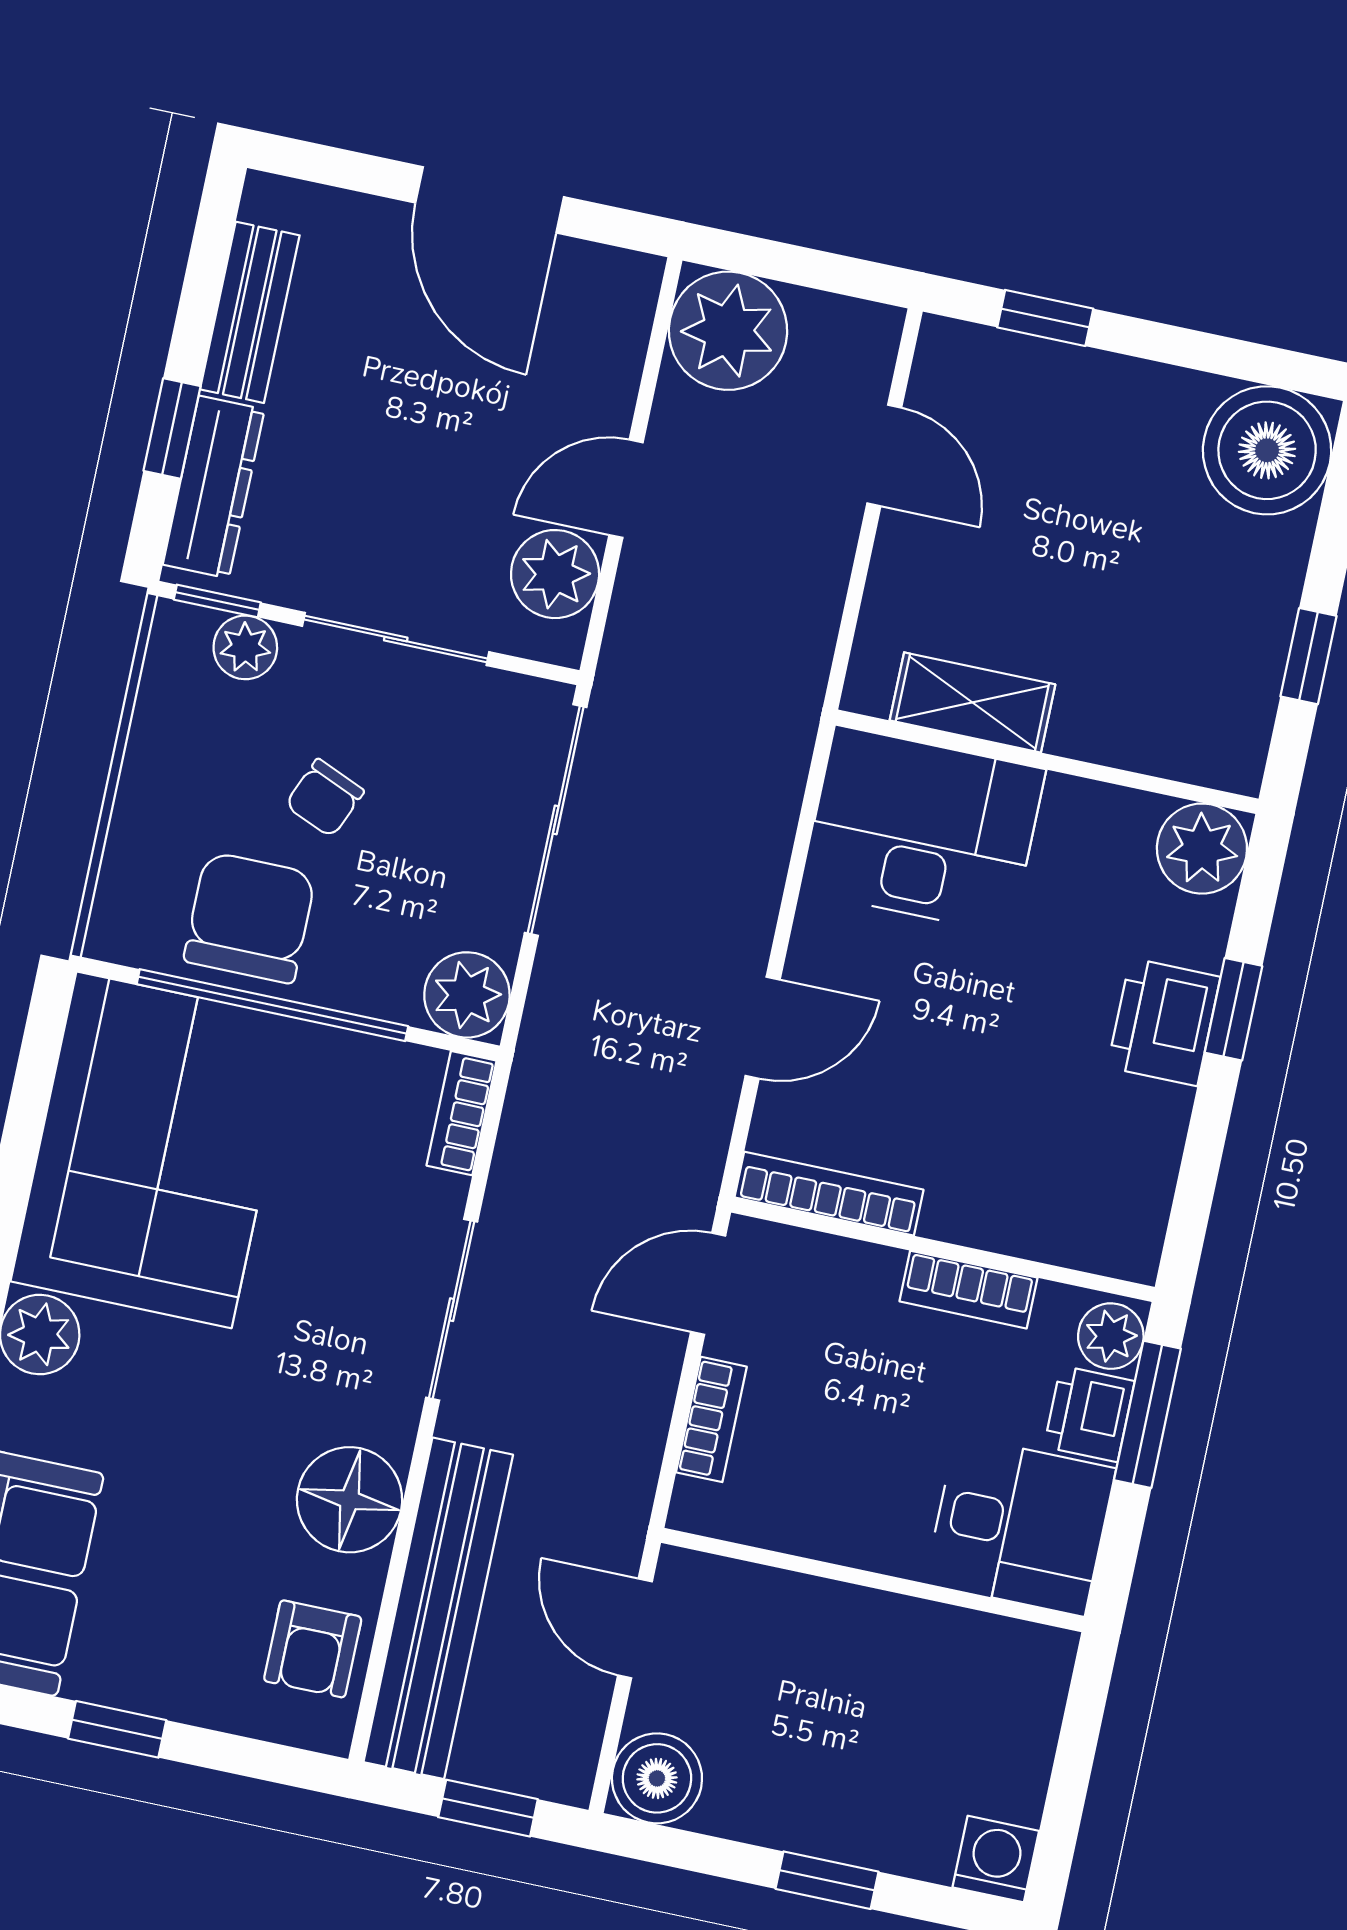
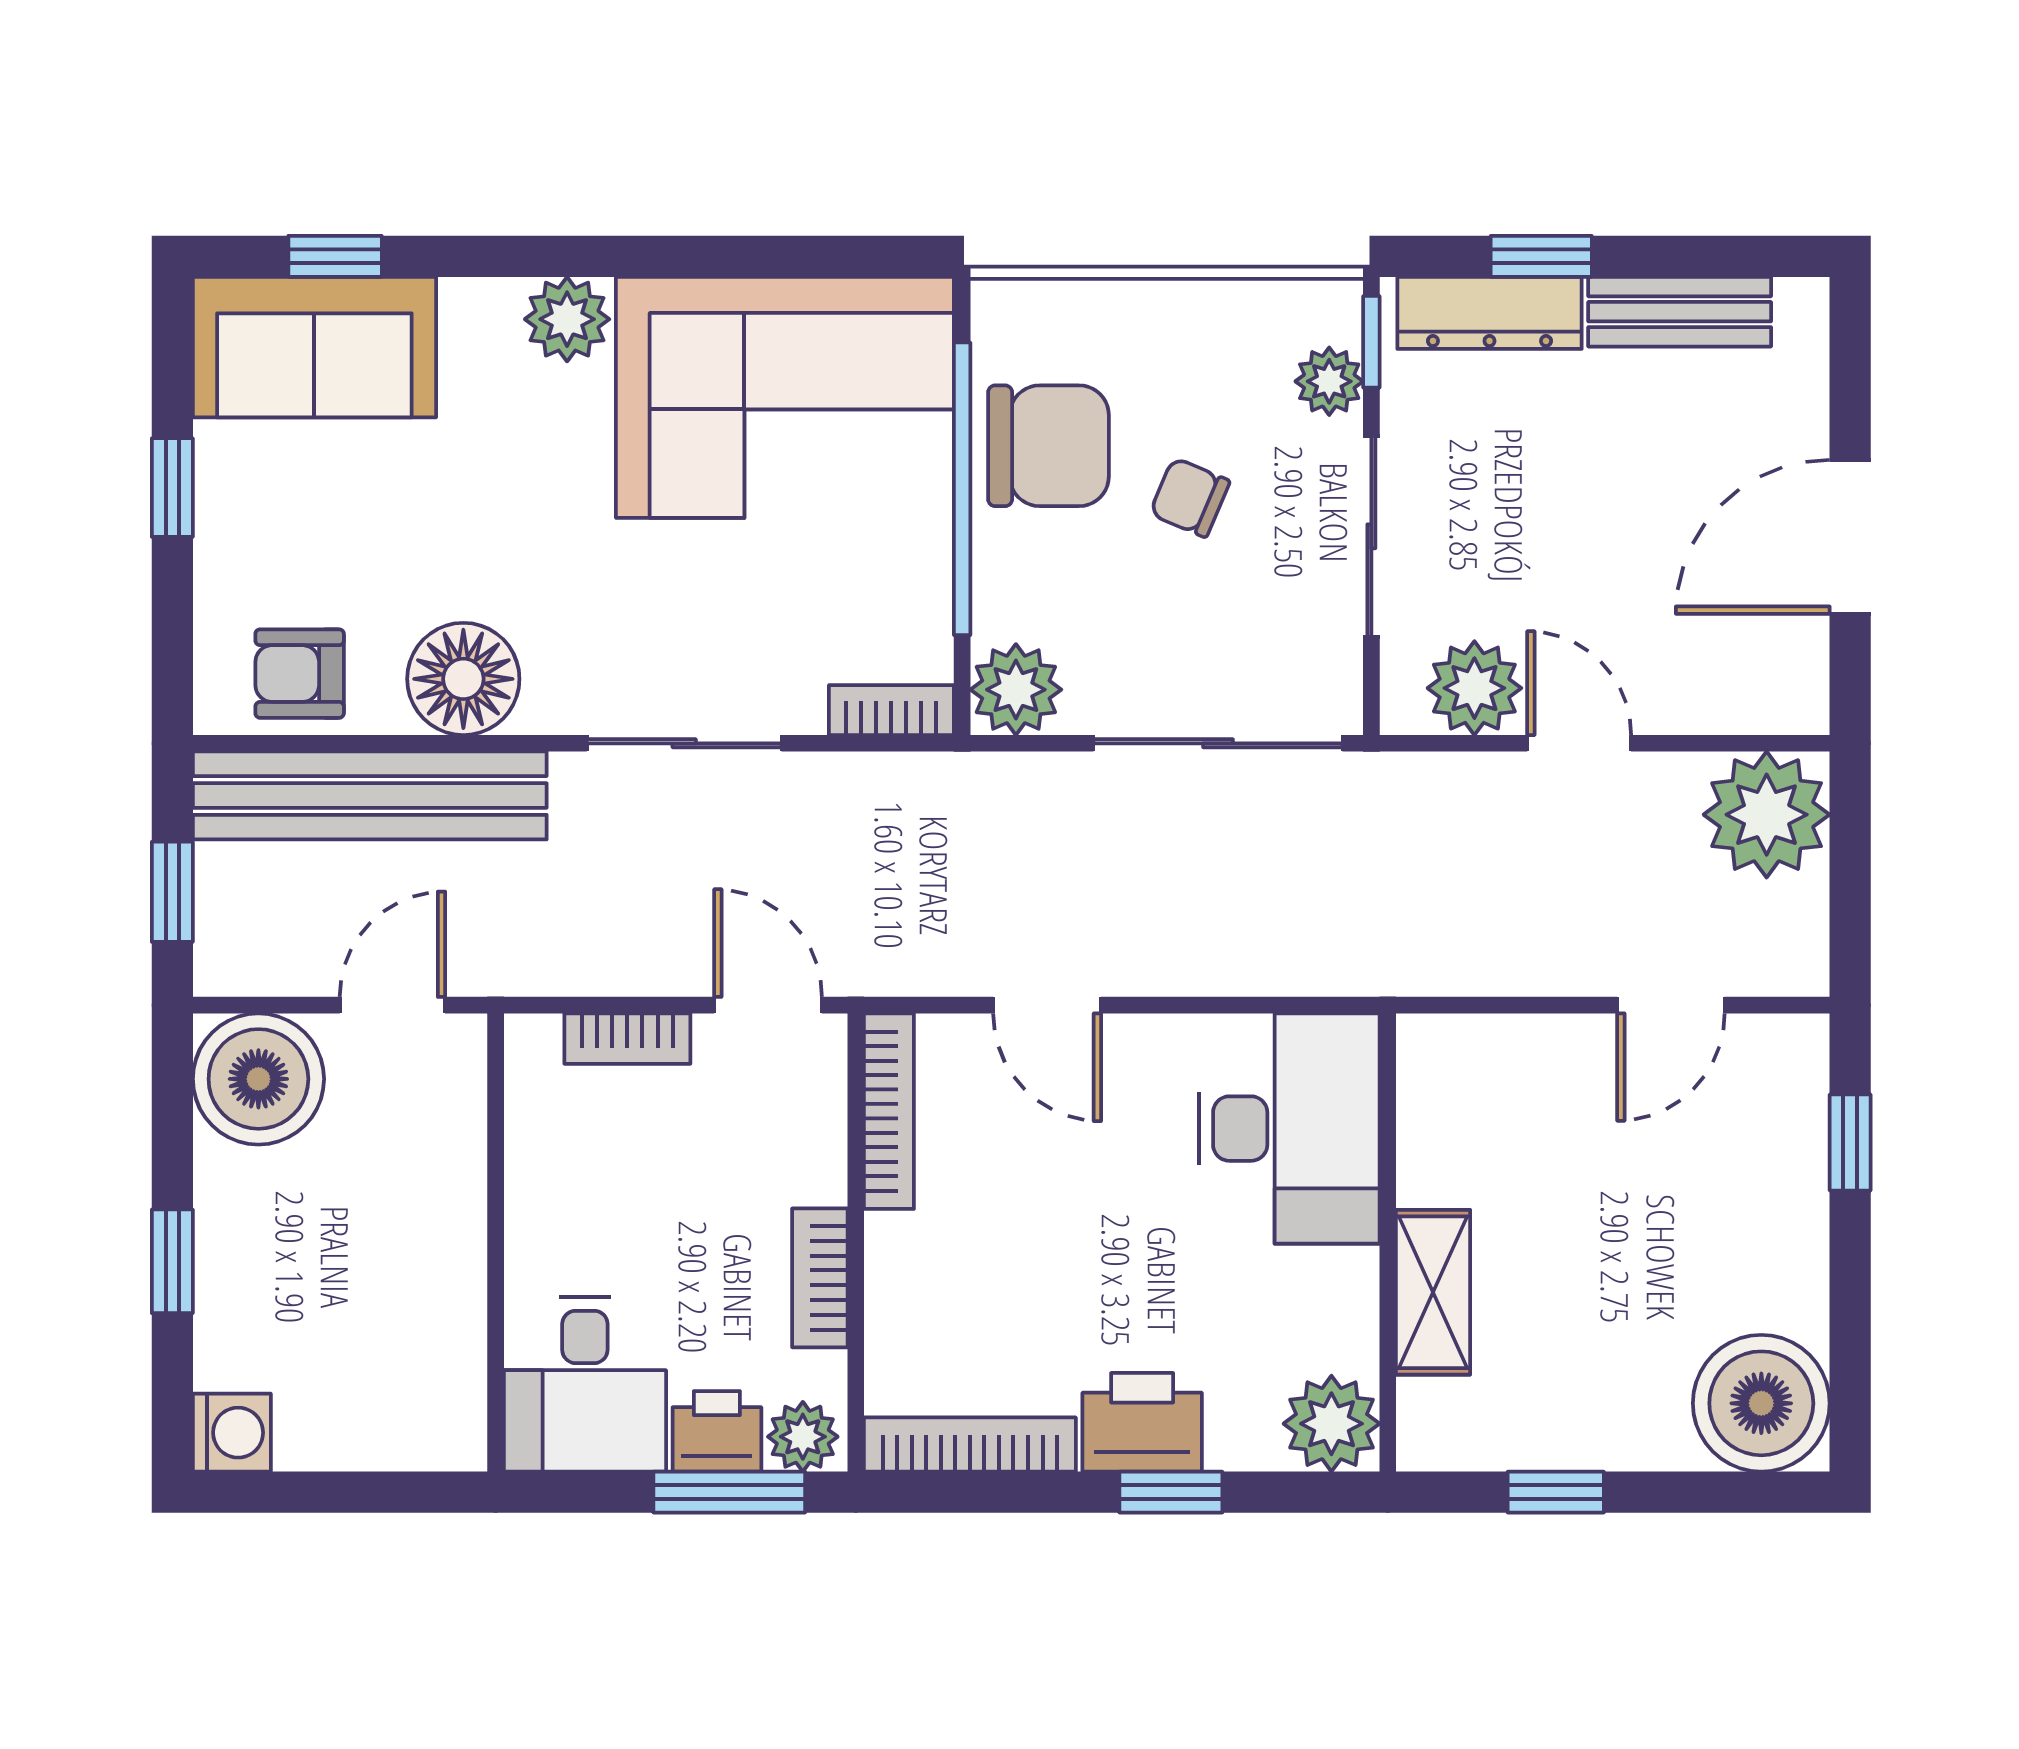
shelving: (972, 702) -> (1433, 1292), moved
bookcase: (1151, 1184) -> (970, 1445), added
boiler: (657, 1778) -> (258, 1079), width x1.37, depth x1.37

